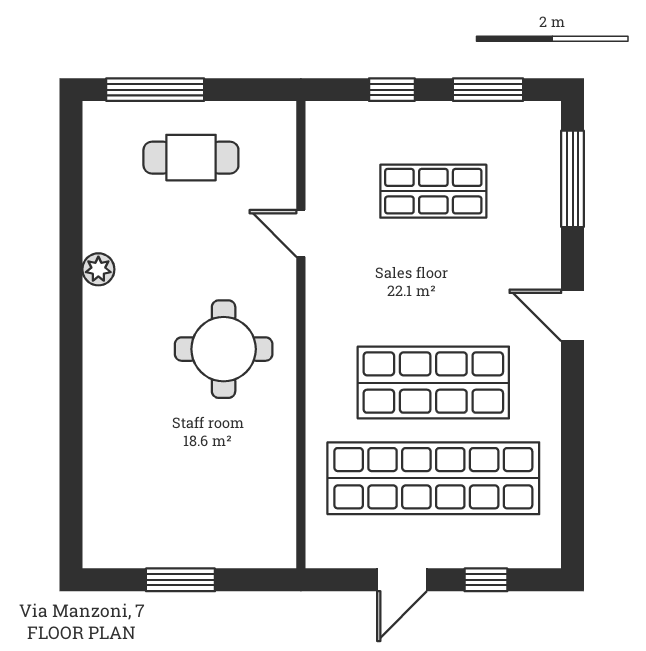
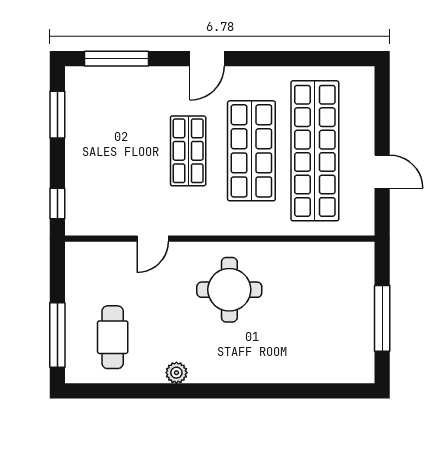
window: (392, 90) -> (57, 204), moved
cafe table: (191, 158) -> (113, 337), moved
shop shelf: (433, 191) -> (188, 151), moved
window: (180, 580) -> (382, 318), width x1.44
window: (486, 580) -> (382, 116), removed

